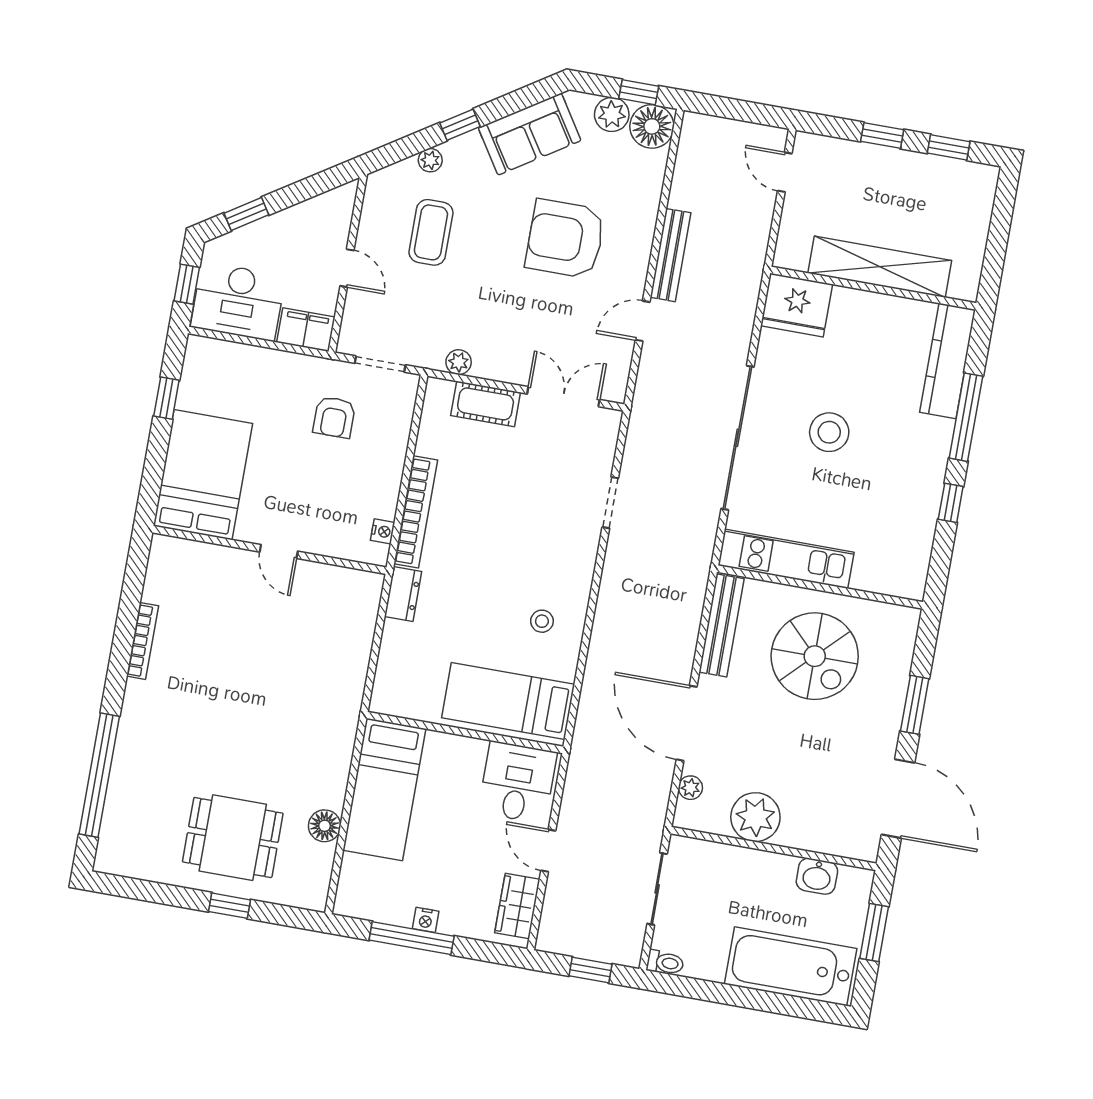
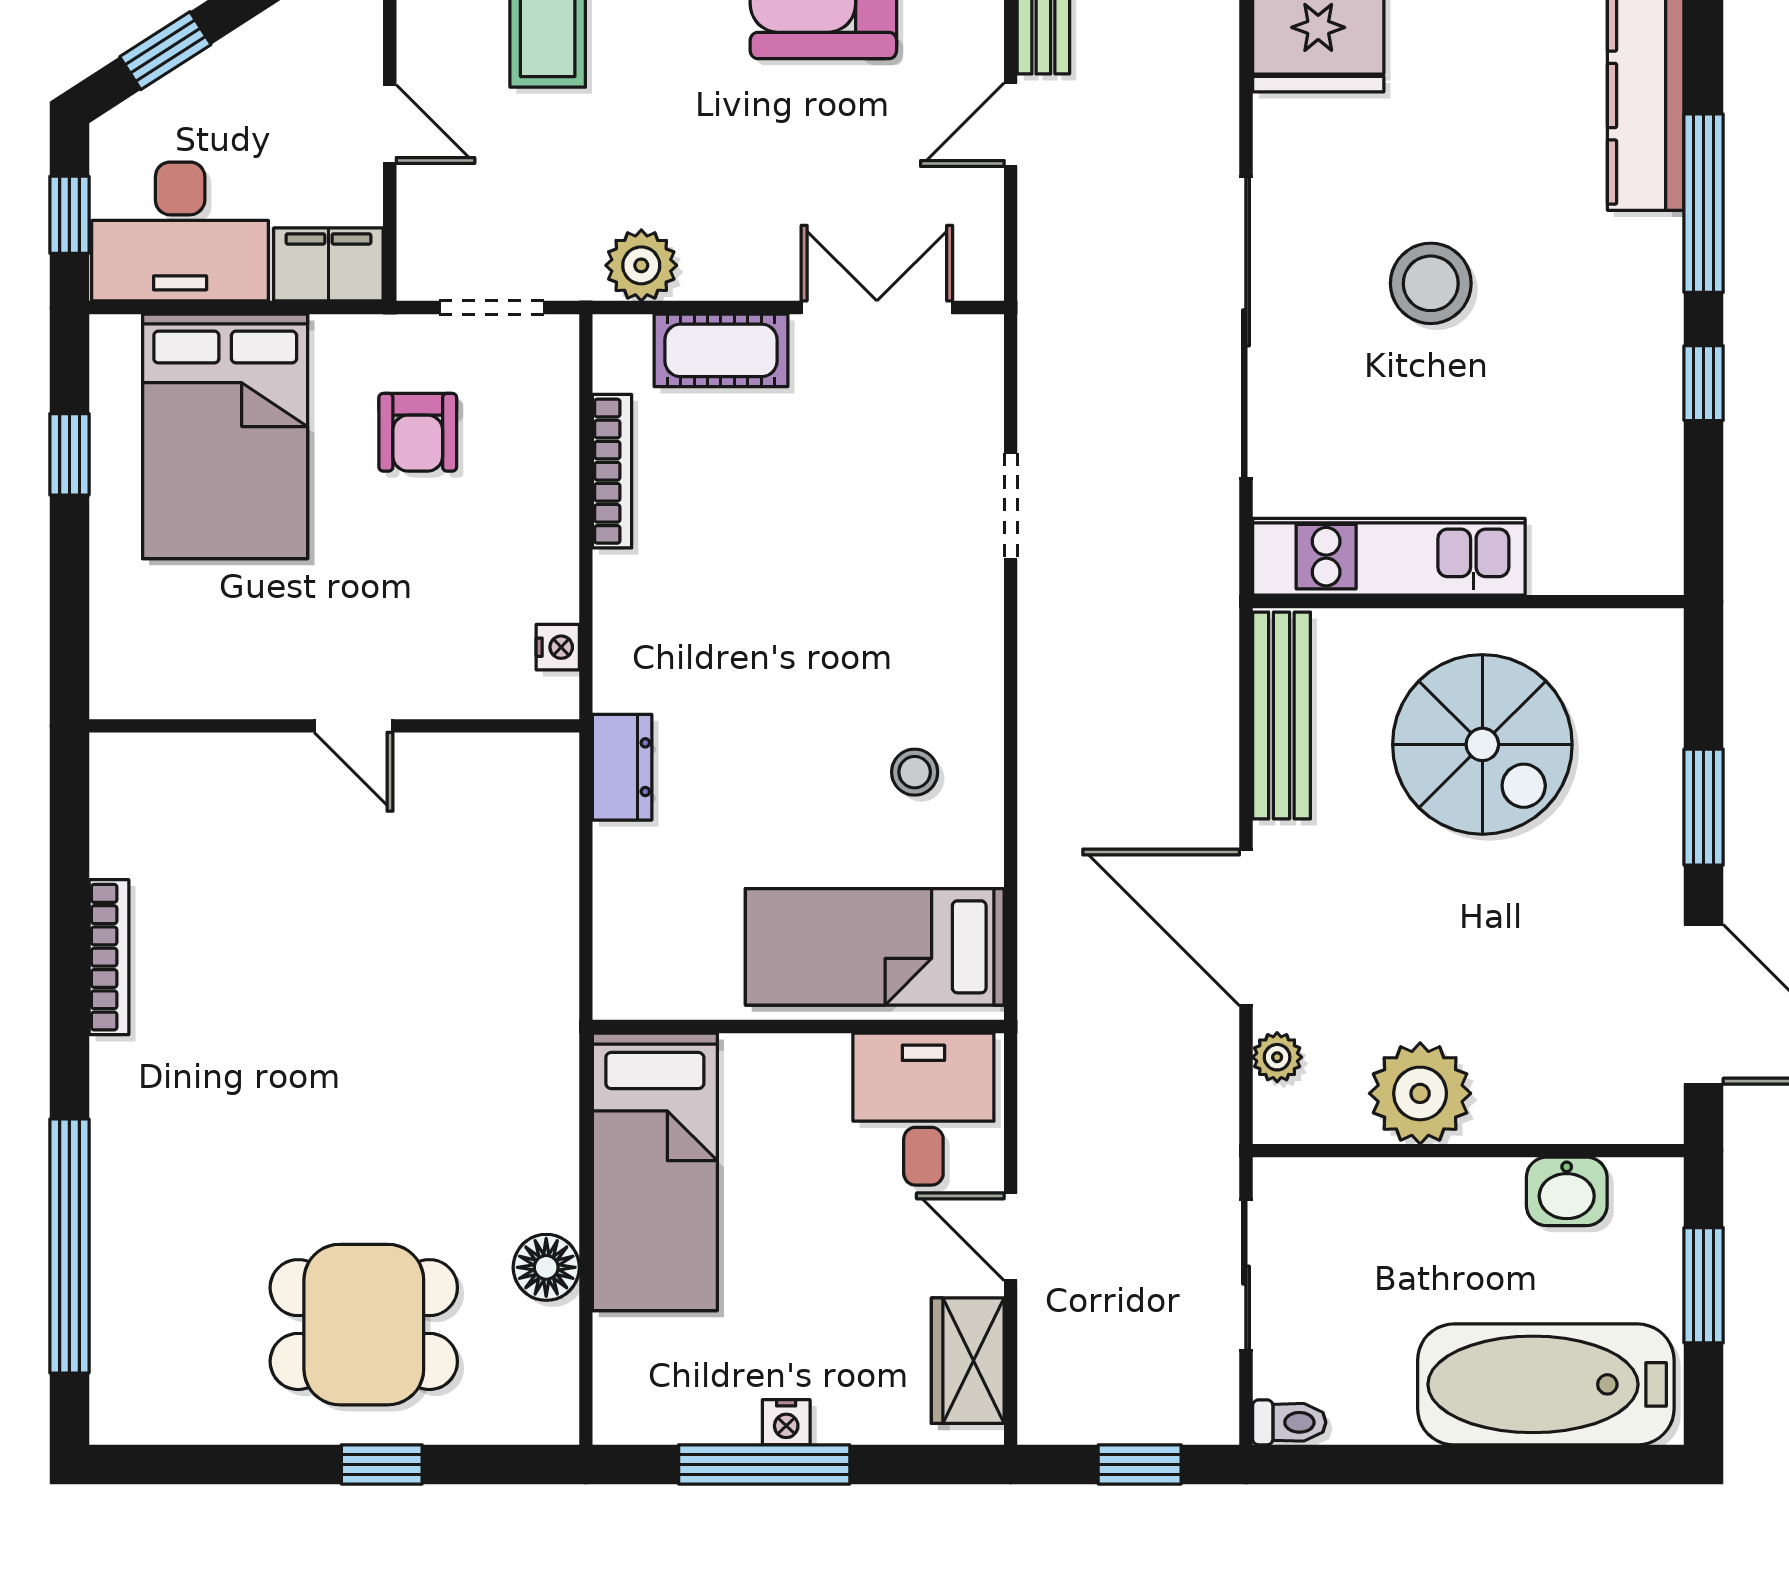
plant: (459, 362) -> (641, 265), width x1.38, depth x1.38
bed: (203, 475) -> (225, 436), moved, turned 180
bookcase: (416, 512) -> (612, 471), moved, width x0.68, depth x0.76

